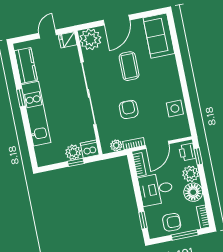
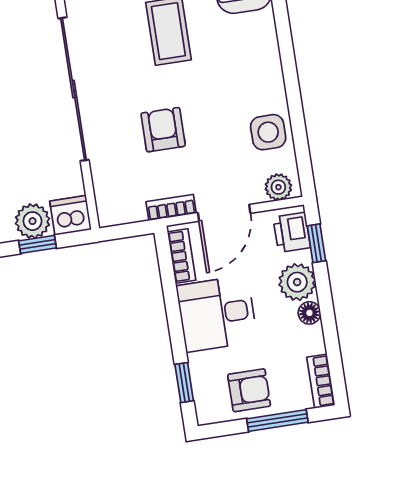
plant: (116, 145) -> (278, 187), moved
floor lamp: (193, 192) -> (309, 313), width x0.53, depth x0.53

